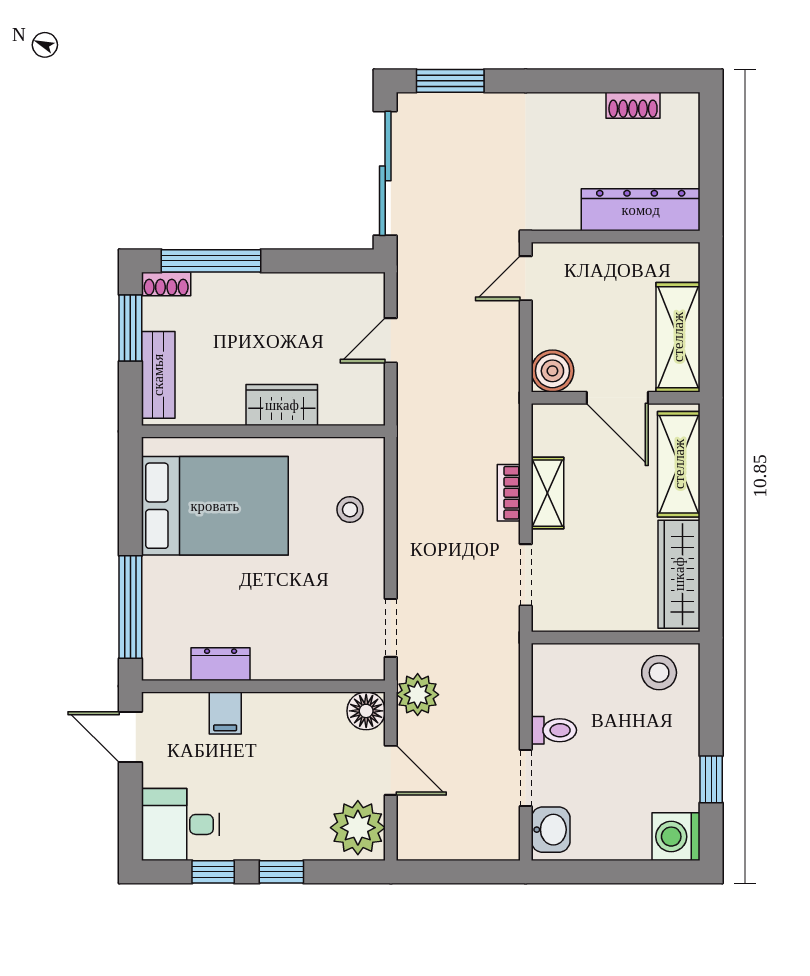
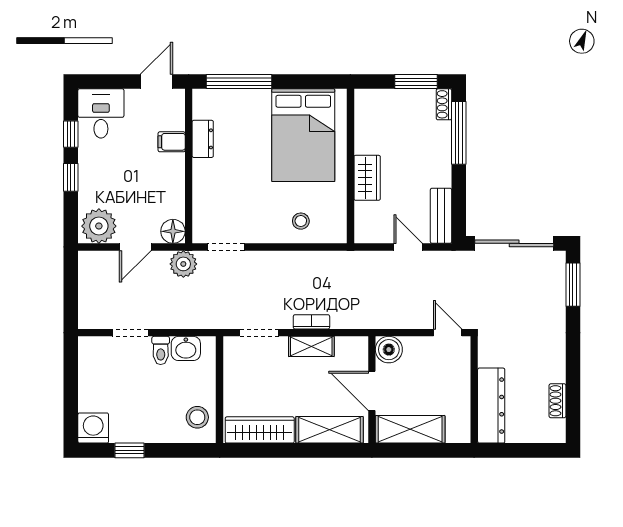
bench: (158, 375) -> (441, 216), moved, turned 90
door: (617, 398) -> (372, 391), hinge flipped
washbasin: (551, 830) -> (186, 348), moved

